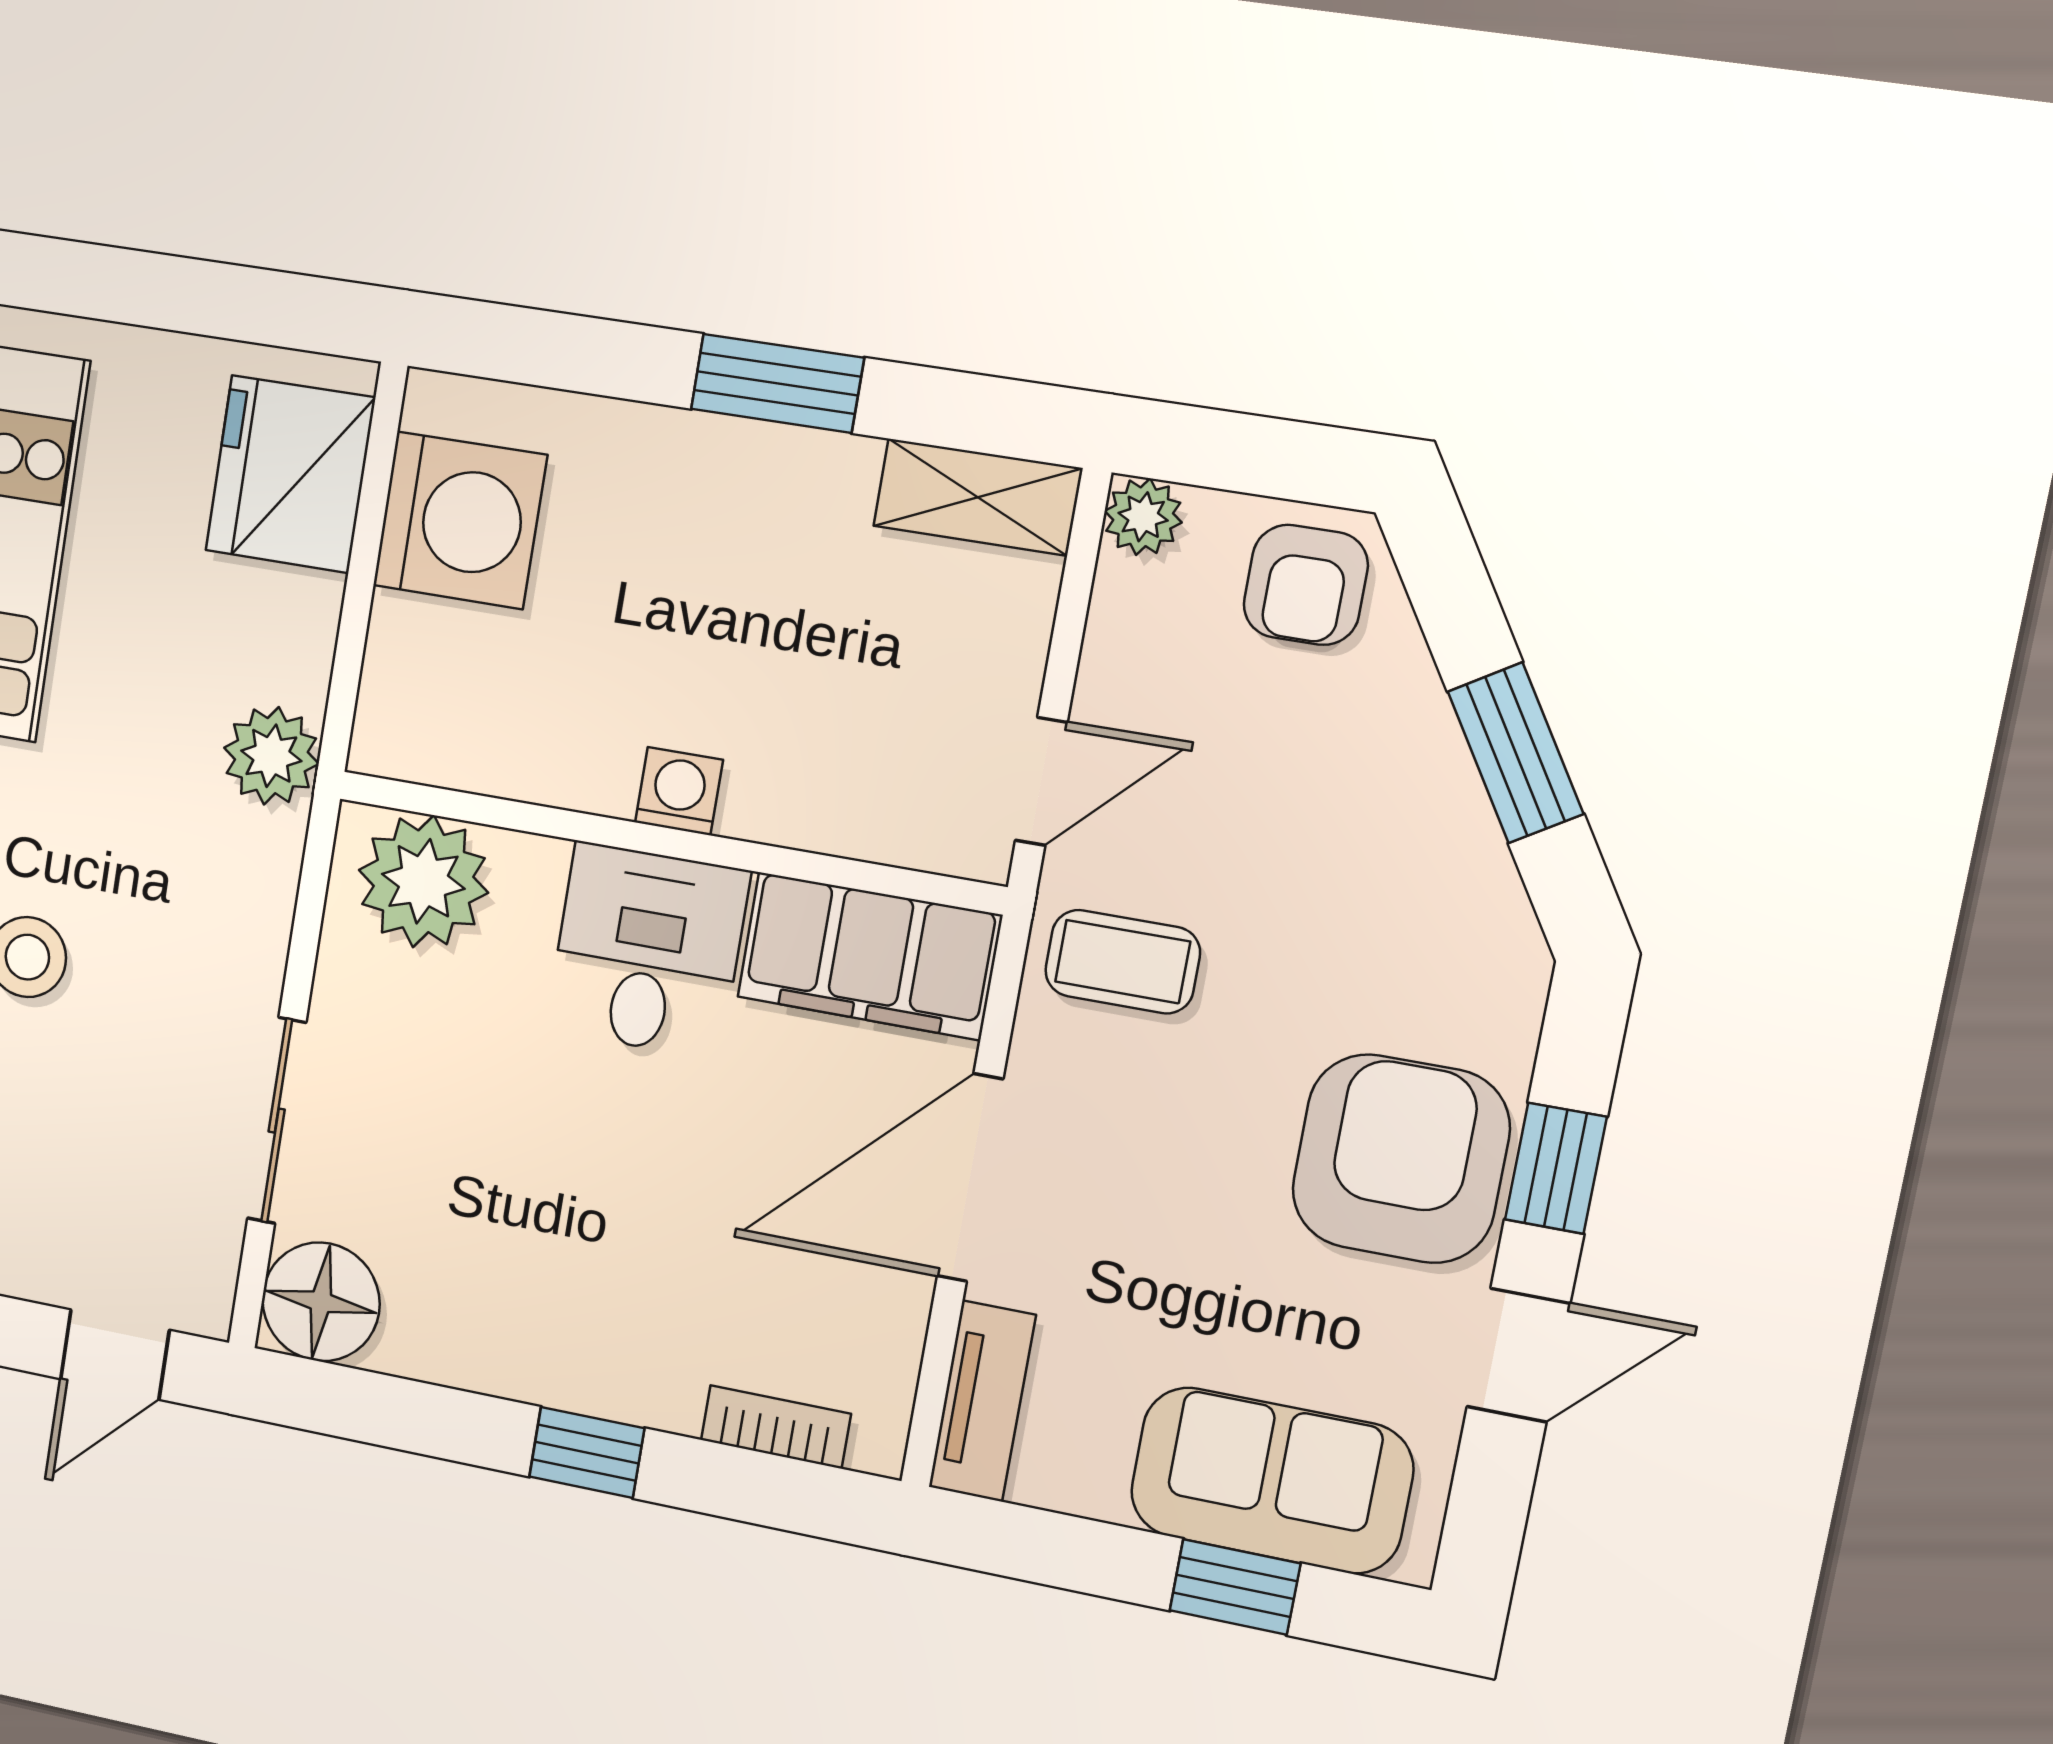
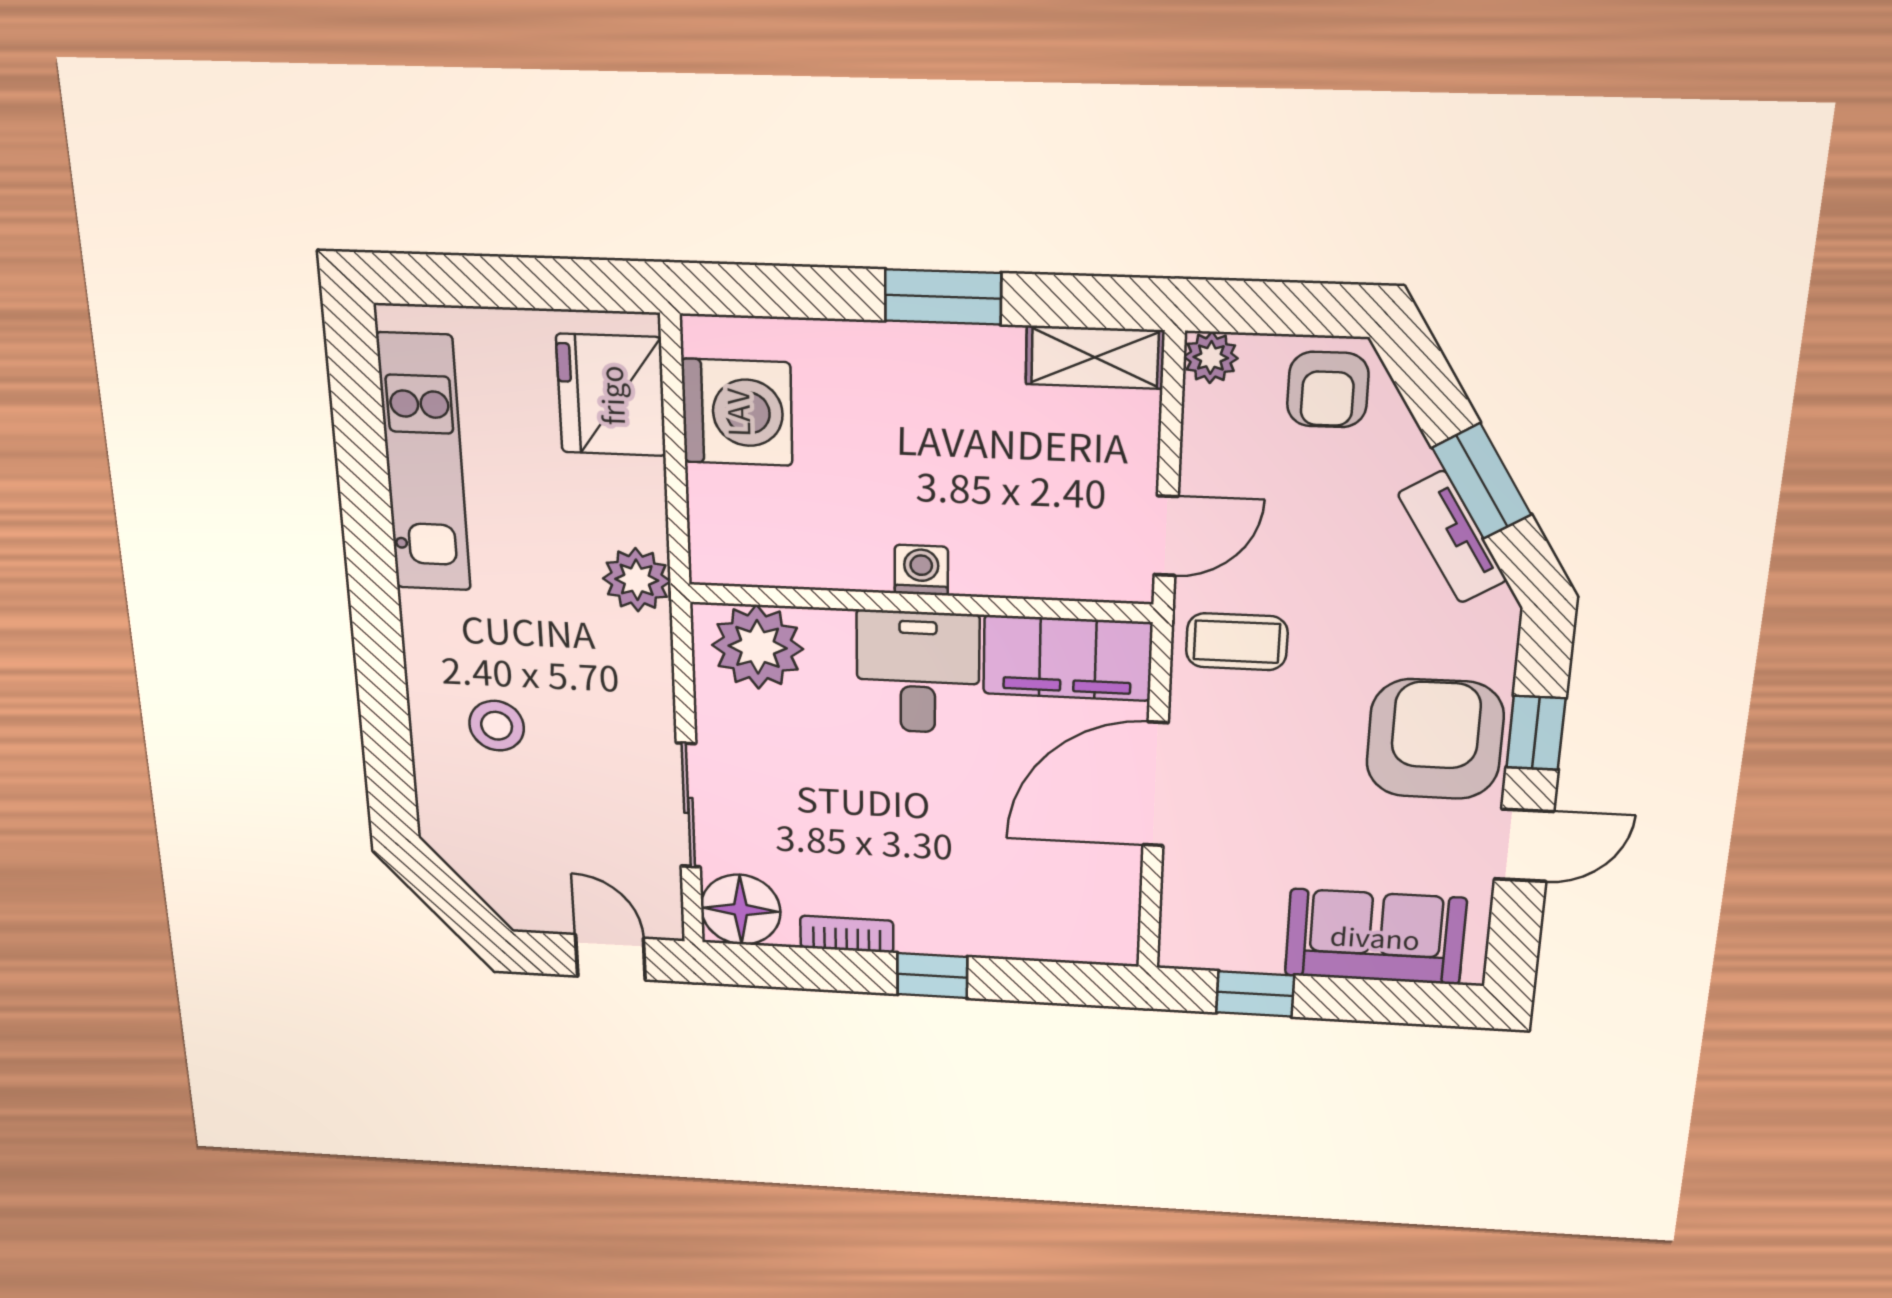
door: (115, 1355) -> (610, 957), swing flipped
tv unit: (982, 1401) -> (1452, 537), moved, turned 148
bookcase: (776, 1427) -> (847, 934), moved
window: (1235, 1587) -> (1255, 994), moved

